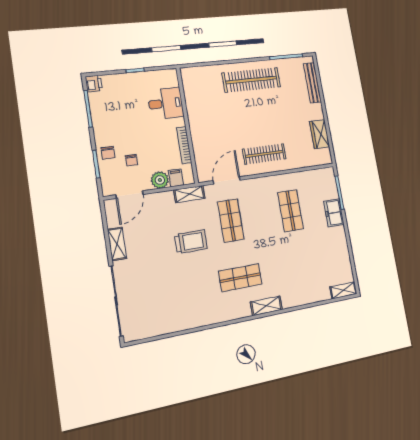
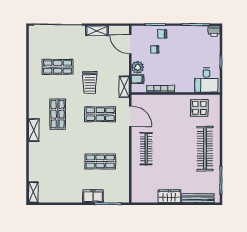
display table: (201, 92) -> (199, 108), added
desk: (166, 103) -> (206, 80), moved
wardrobe: (320, 134) -> (169, 196), moved
shop shelf: (177, 290) -> (58, 67), added

